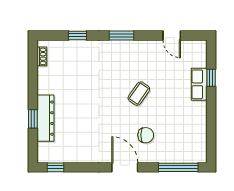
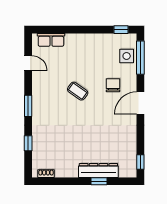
door: (172, 35) -> (28, 63), hinge flipped
window: (211, 78) -> (121, 30), moved
row of seats: (199, 84) -> (51, 40), moved
side table: (180, 151) -> (127, 56), added

